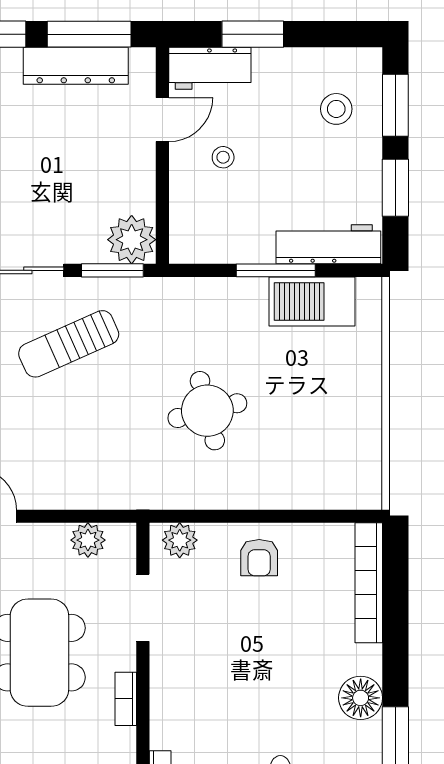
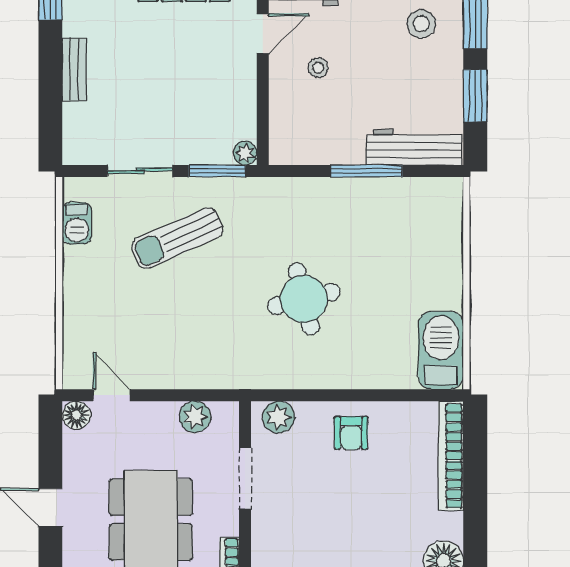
plant: (132, 240) -> (245, 153), width x0.53, depth x0.53
barbecue: (312, 302) -> (441, 350), moved, turned 90

